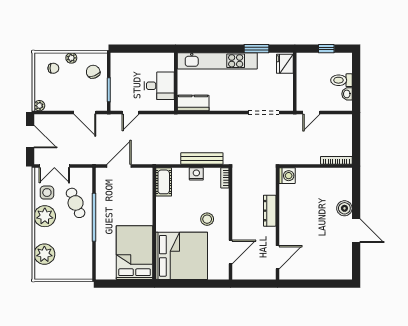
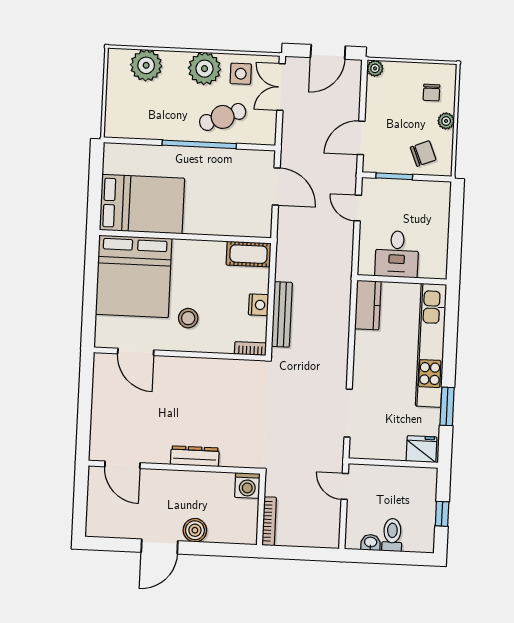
washing machine: (287, 176) -> (247, 485), moved
dresser: (270, 211) -> (195, 456), moved
wall: (277, 224) -> (174, 467), moved
door: (277, 257) -> (122, 465), moved

